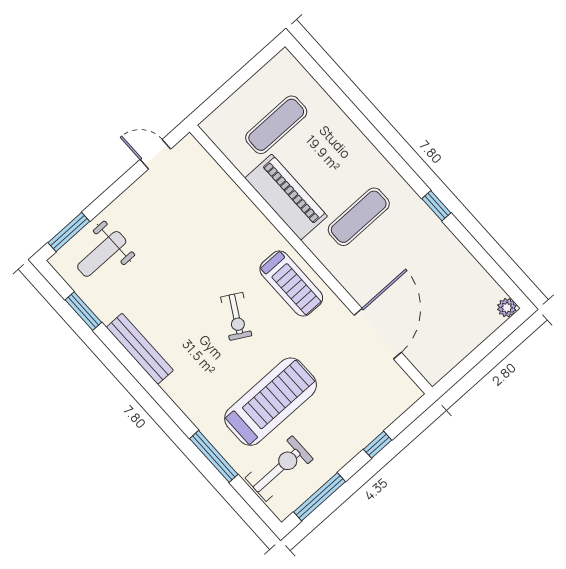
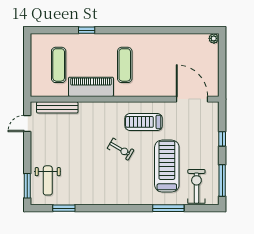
window: (436, 206) -> (87, 30), moved
treadmill: (291, 283) -> (144, 122), moved, turned 180
door: (378, 334) -> (192, 99), moved
bench: (140, 349) -> (57, 107), moved

